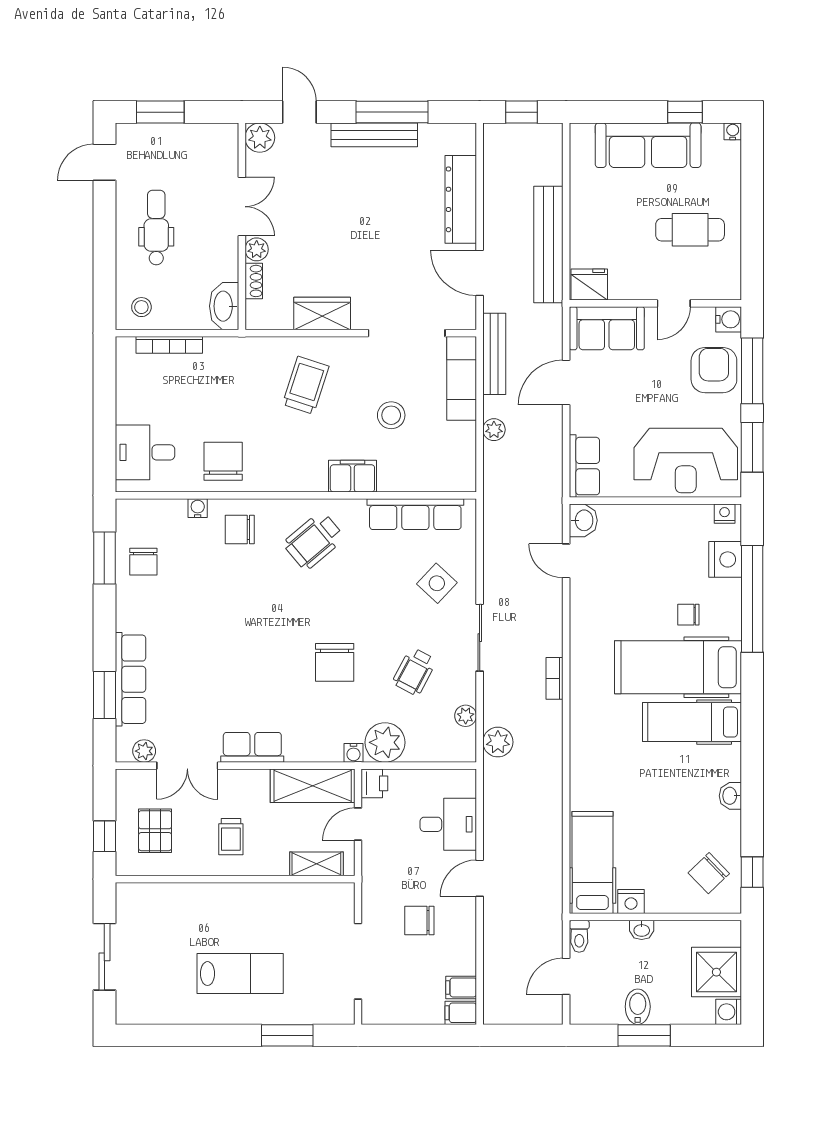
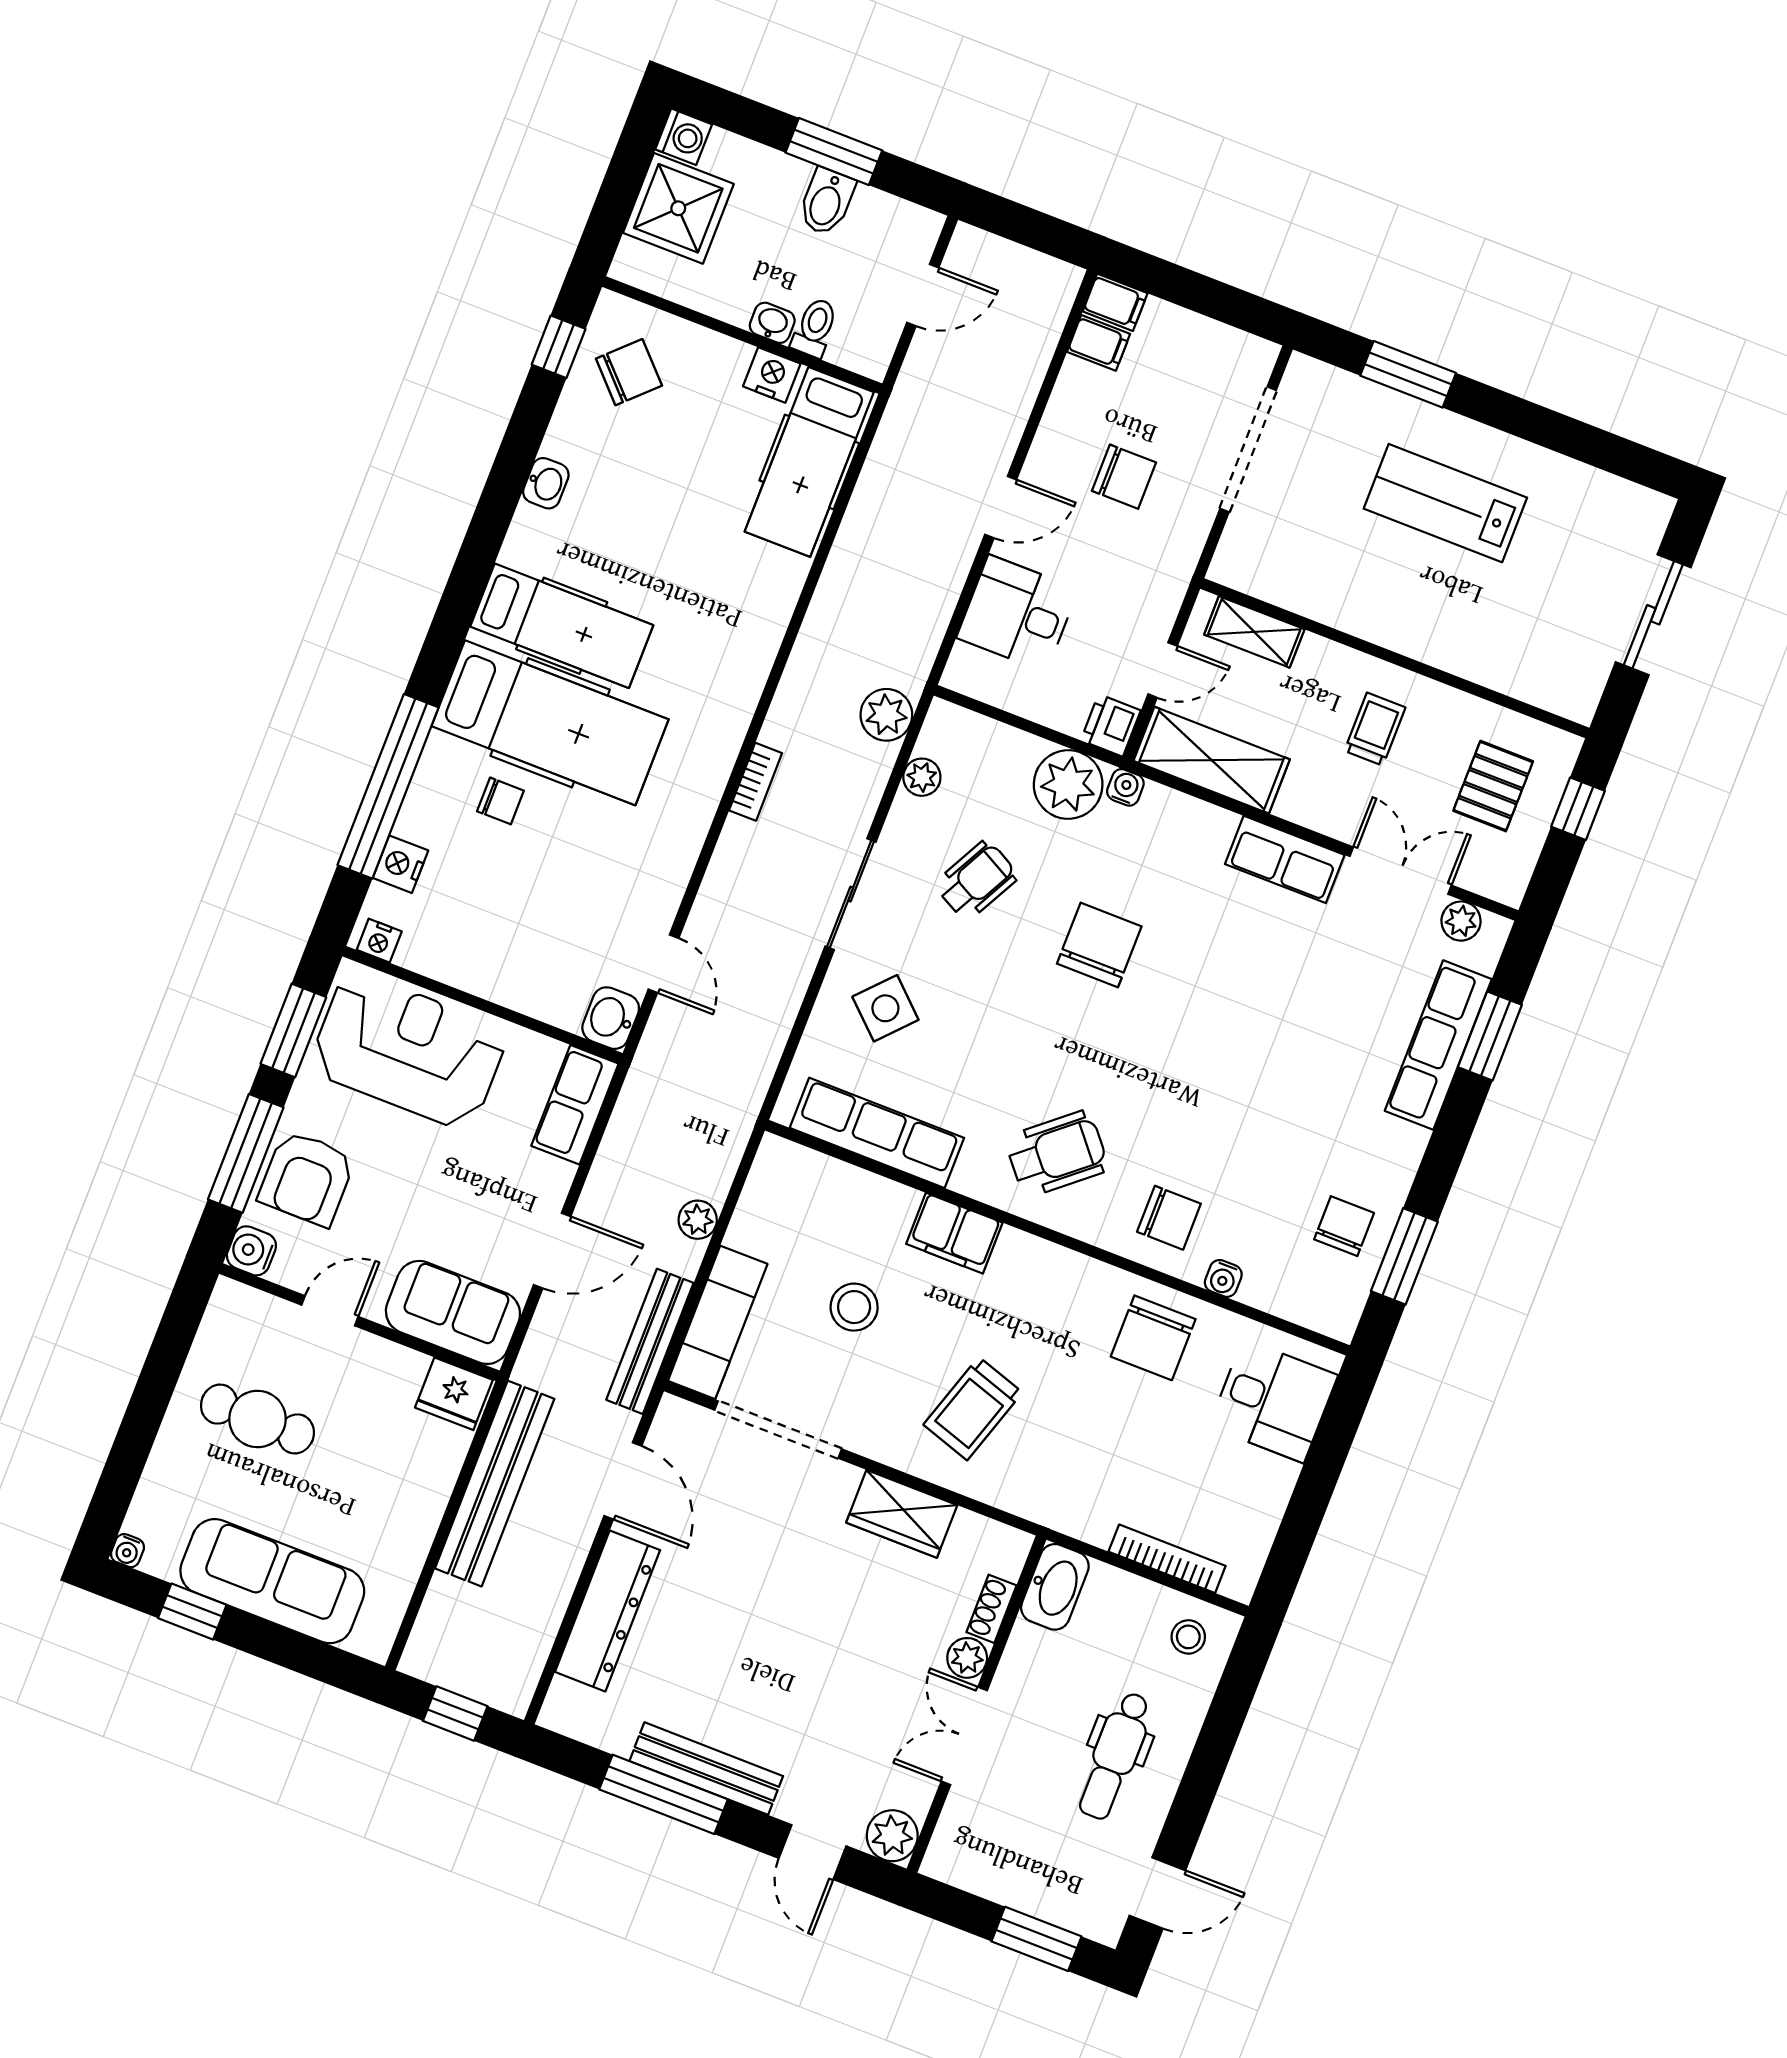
nightstand: (725, 559) -> (400, 864), width x0.74, depth x0.75
toilet: (579, 936) -> (815, 328), moved

